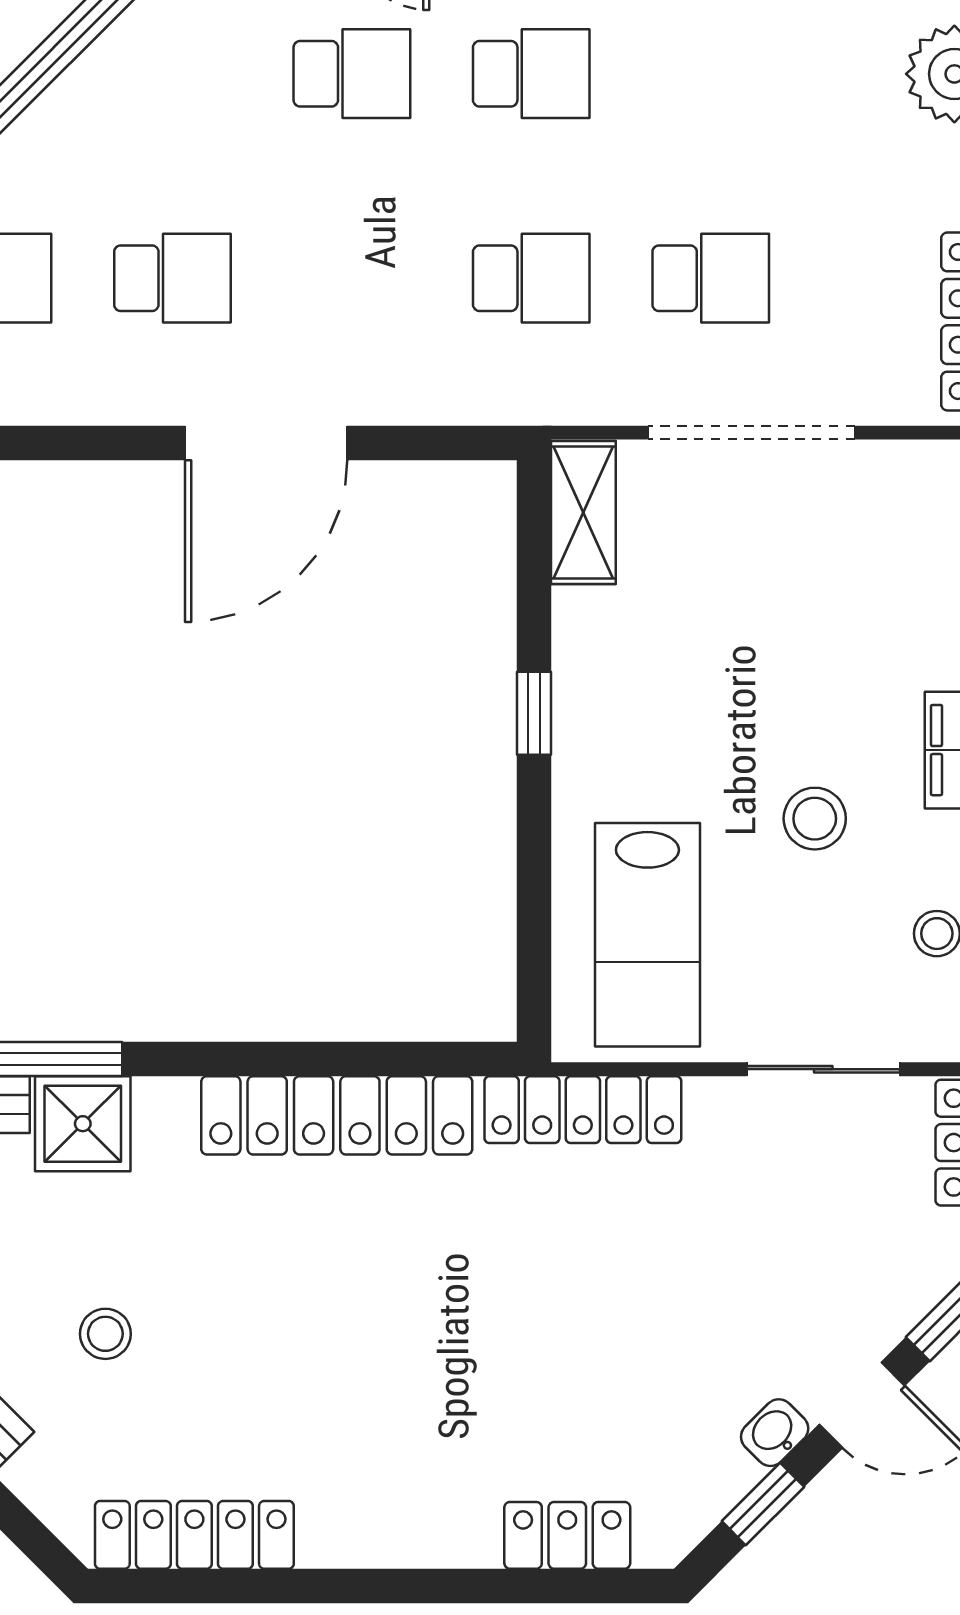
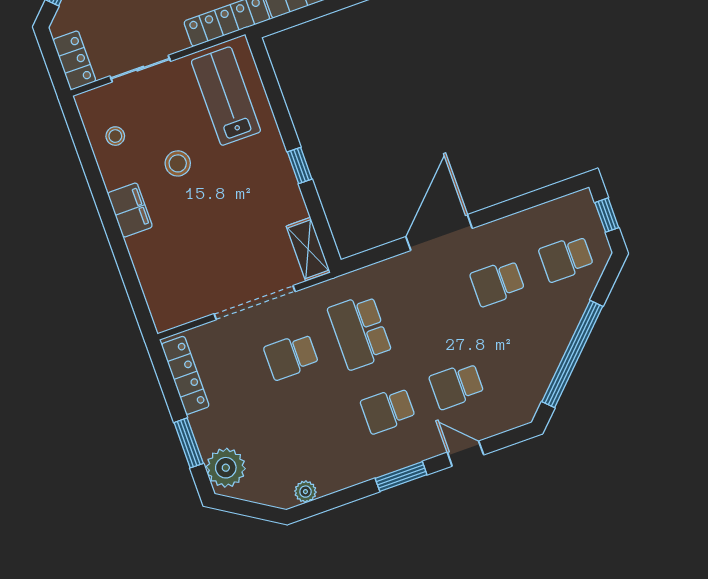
school desk: (531, 278) -> (360, 332), width x1.85

